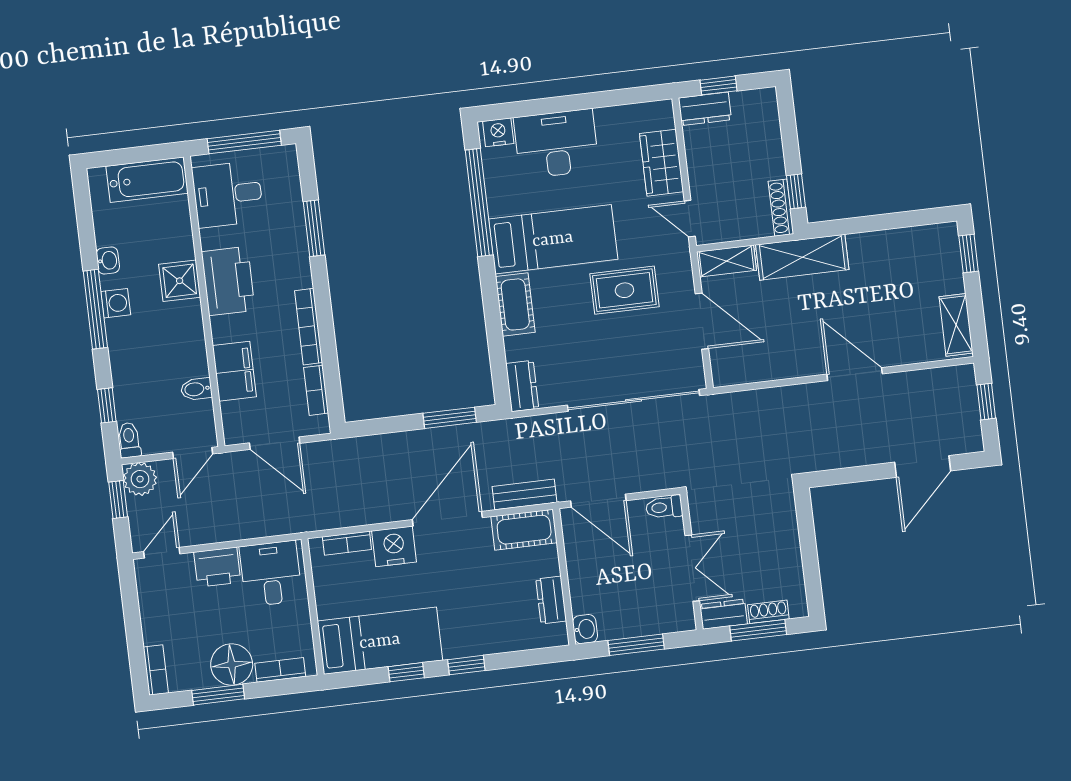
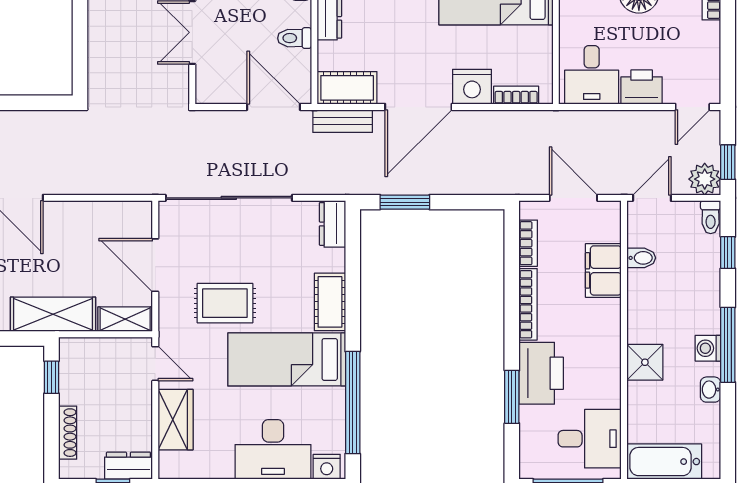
shoe rack: (781, 208) -> (68, 433), moved
printer: (228, 281) -> (541, 373), moved, turned 180
toilet: (664, 507) -> (295, 38), moved, turned 180

